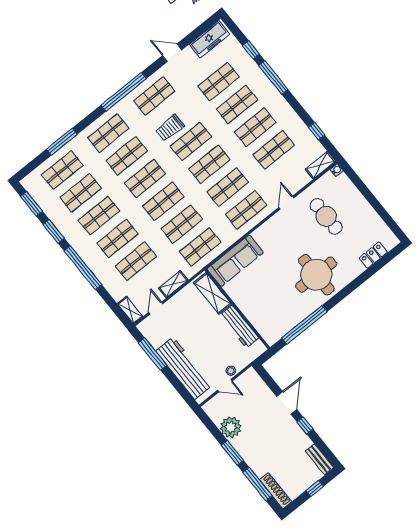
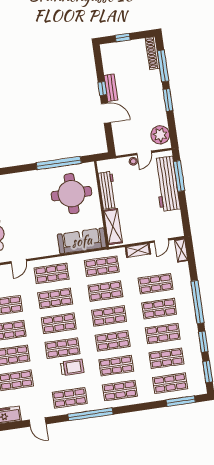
window: (62, 142) -> (181, 401), moved
round table: (316, 275) -> (71, 194), moved
window: (153, 354) -> (179, 176), moved
door: (225, 386) -> (144, 153), swing flipped
door: (287, 403) -> (106, 113), swing flipped
plant: (231, 427) -> (160, 135), moved
bench: (319, 459) -> (111, 88), moved

